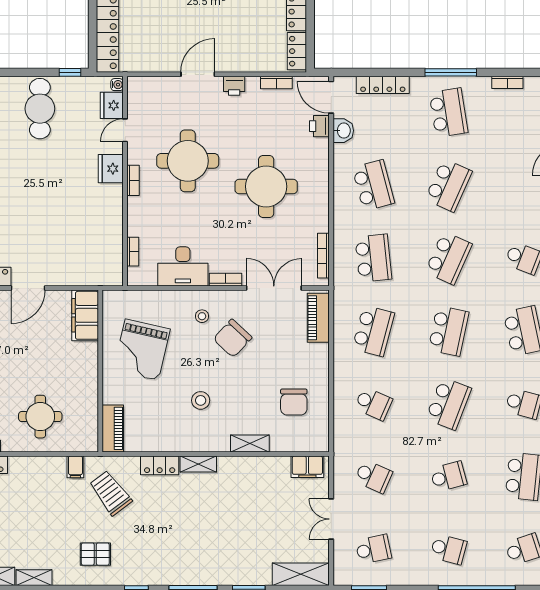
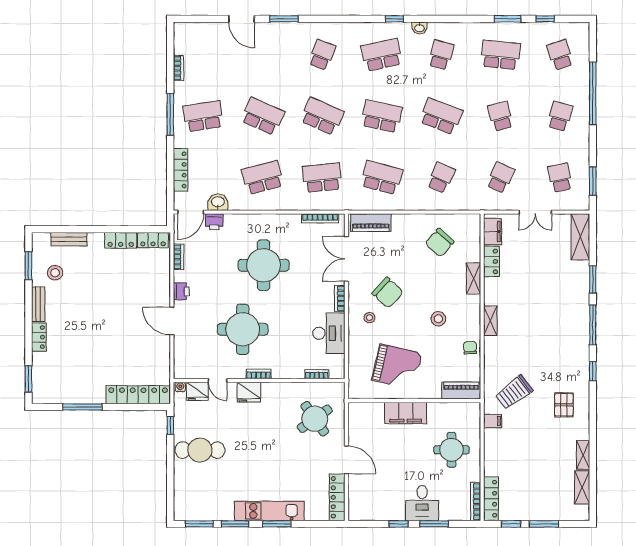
round table: (78, 249) -> (315, 419), added
filing cabinet: (85, 315) -> (406, 413), moved
chair: (294, 402) -> (440, 243), turned 131
chair: (165, 439) -> (470, 348), added
locker: (160, 465) -> (491, 261), moved

